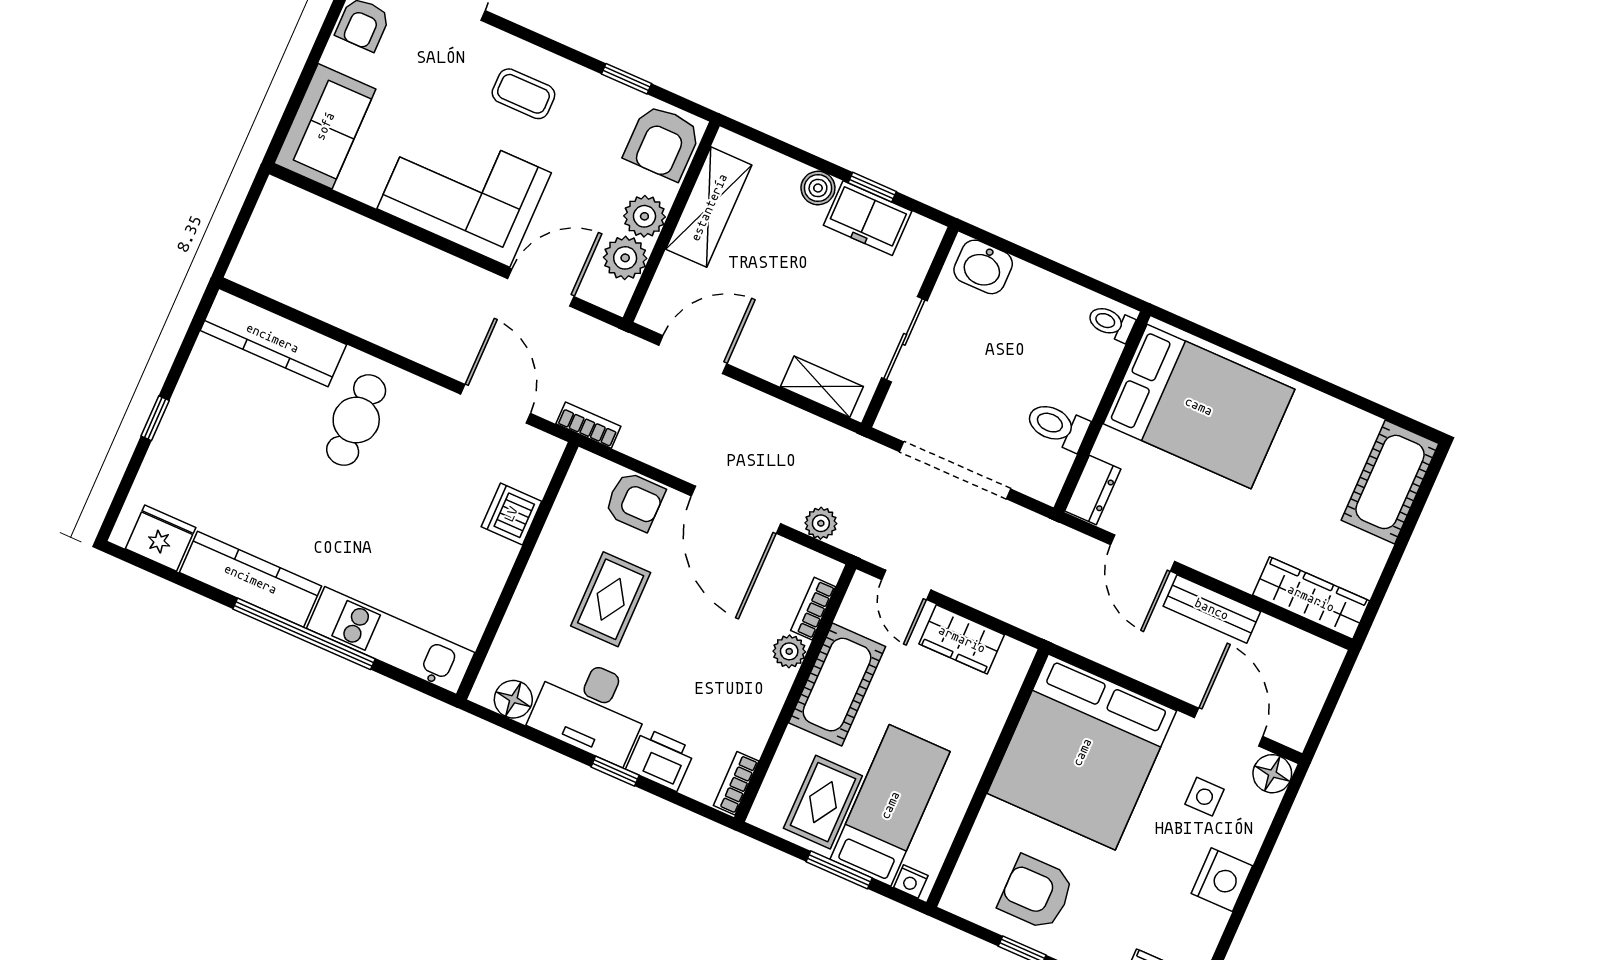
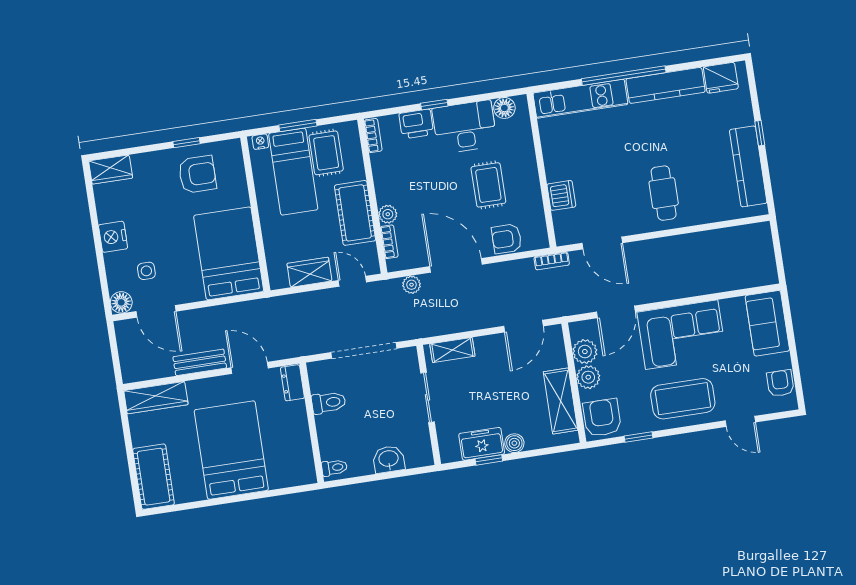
coffee table: (523, 94) -> (683, 399), width x1.86, depth x1.72
washbasin: (983, 267) -> (389, 459), moved
kitchen counter: (273, 338) -> (748, 166), moved, turned -90
bed: (1199, 406) -> (231, 450), moved, turned 90
bed: (1082, 752) -> (229, 253), width x0.73

